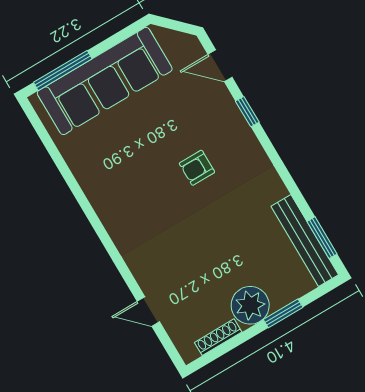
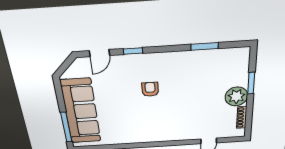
armchair: (197, 168) -> (150, 89), turned 180
window: (322, 238) -> (205, 46), moved
bench: (305, 241) -> (221, 55), removed

